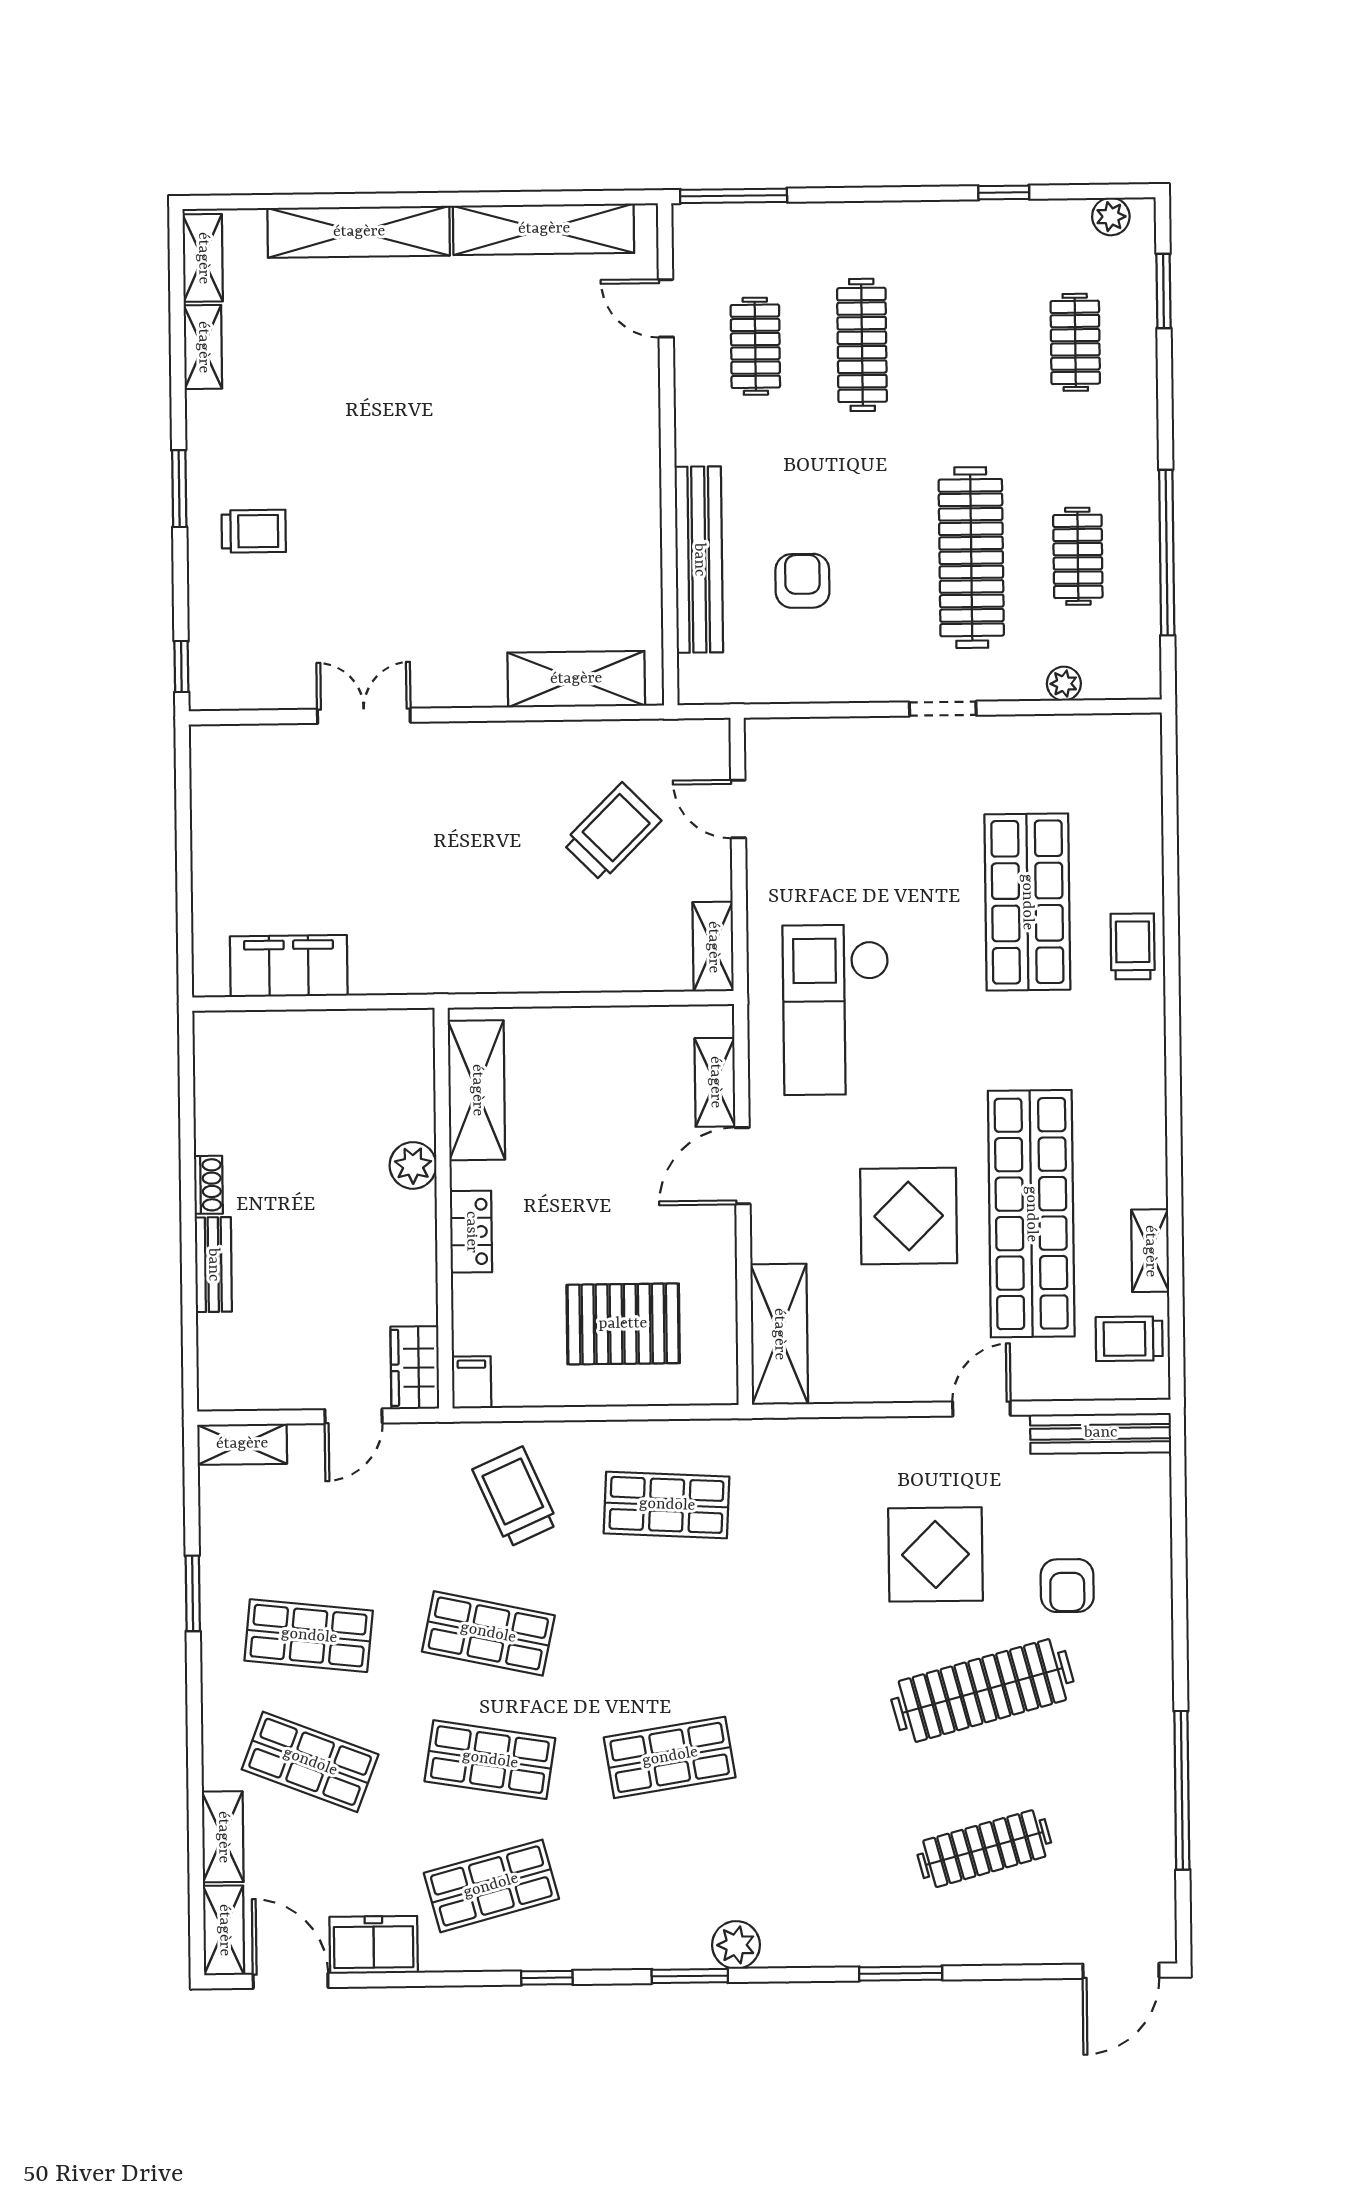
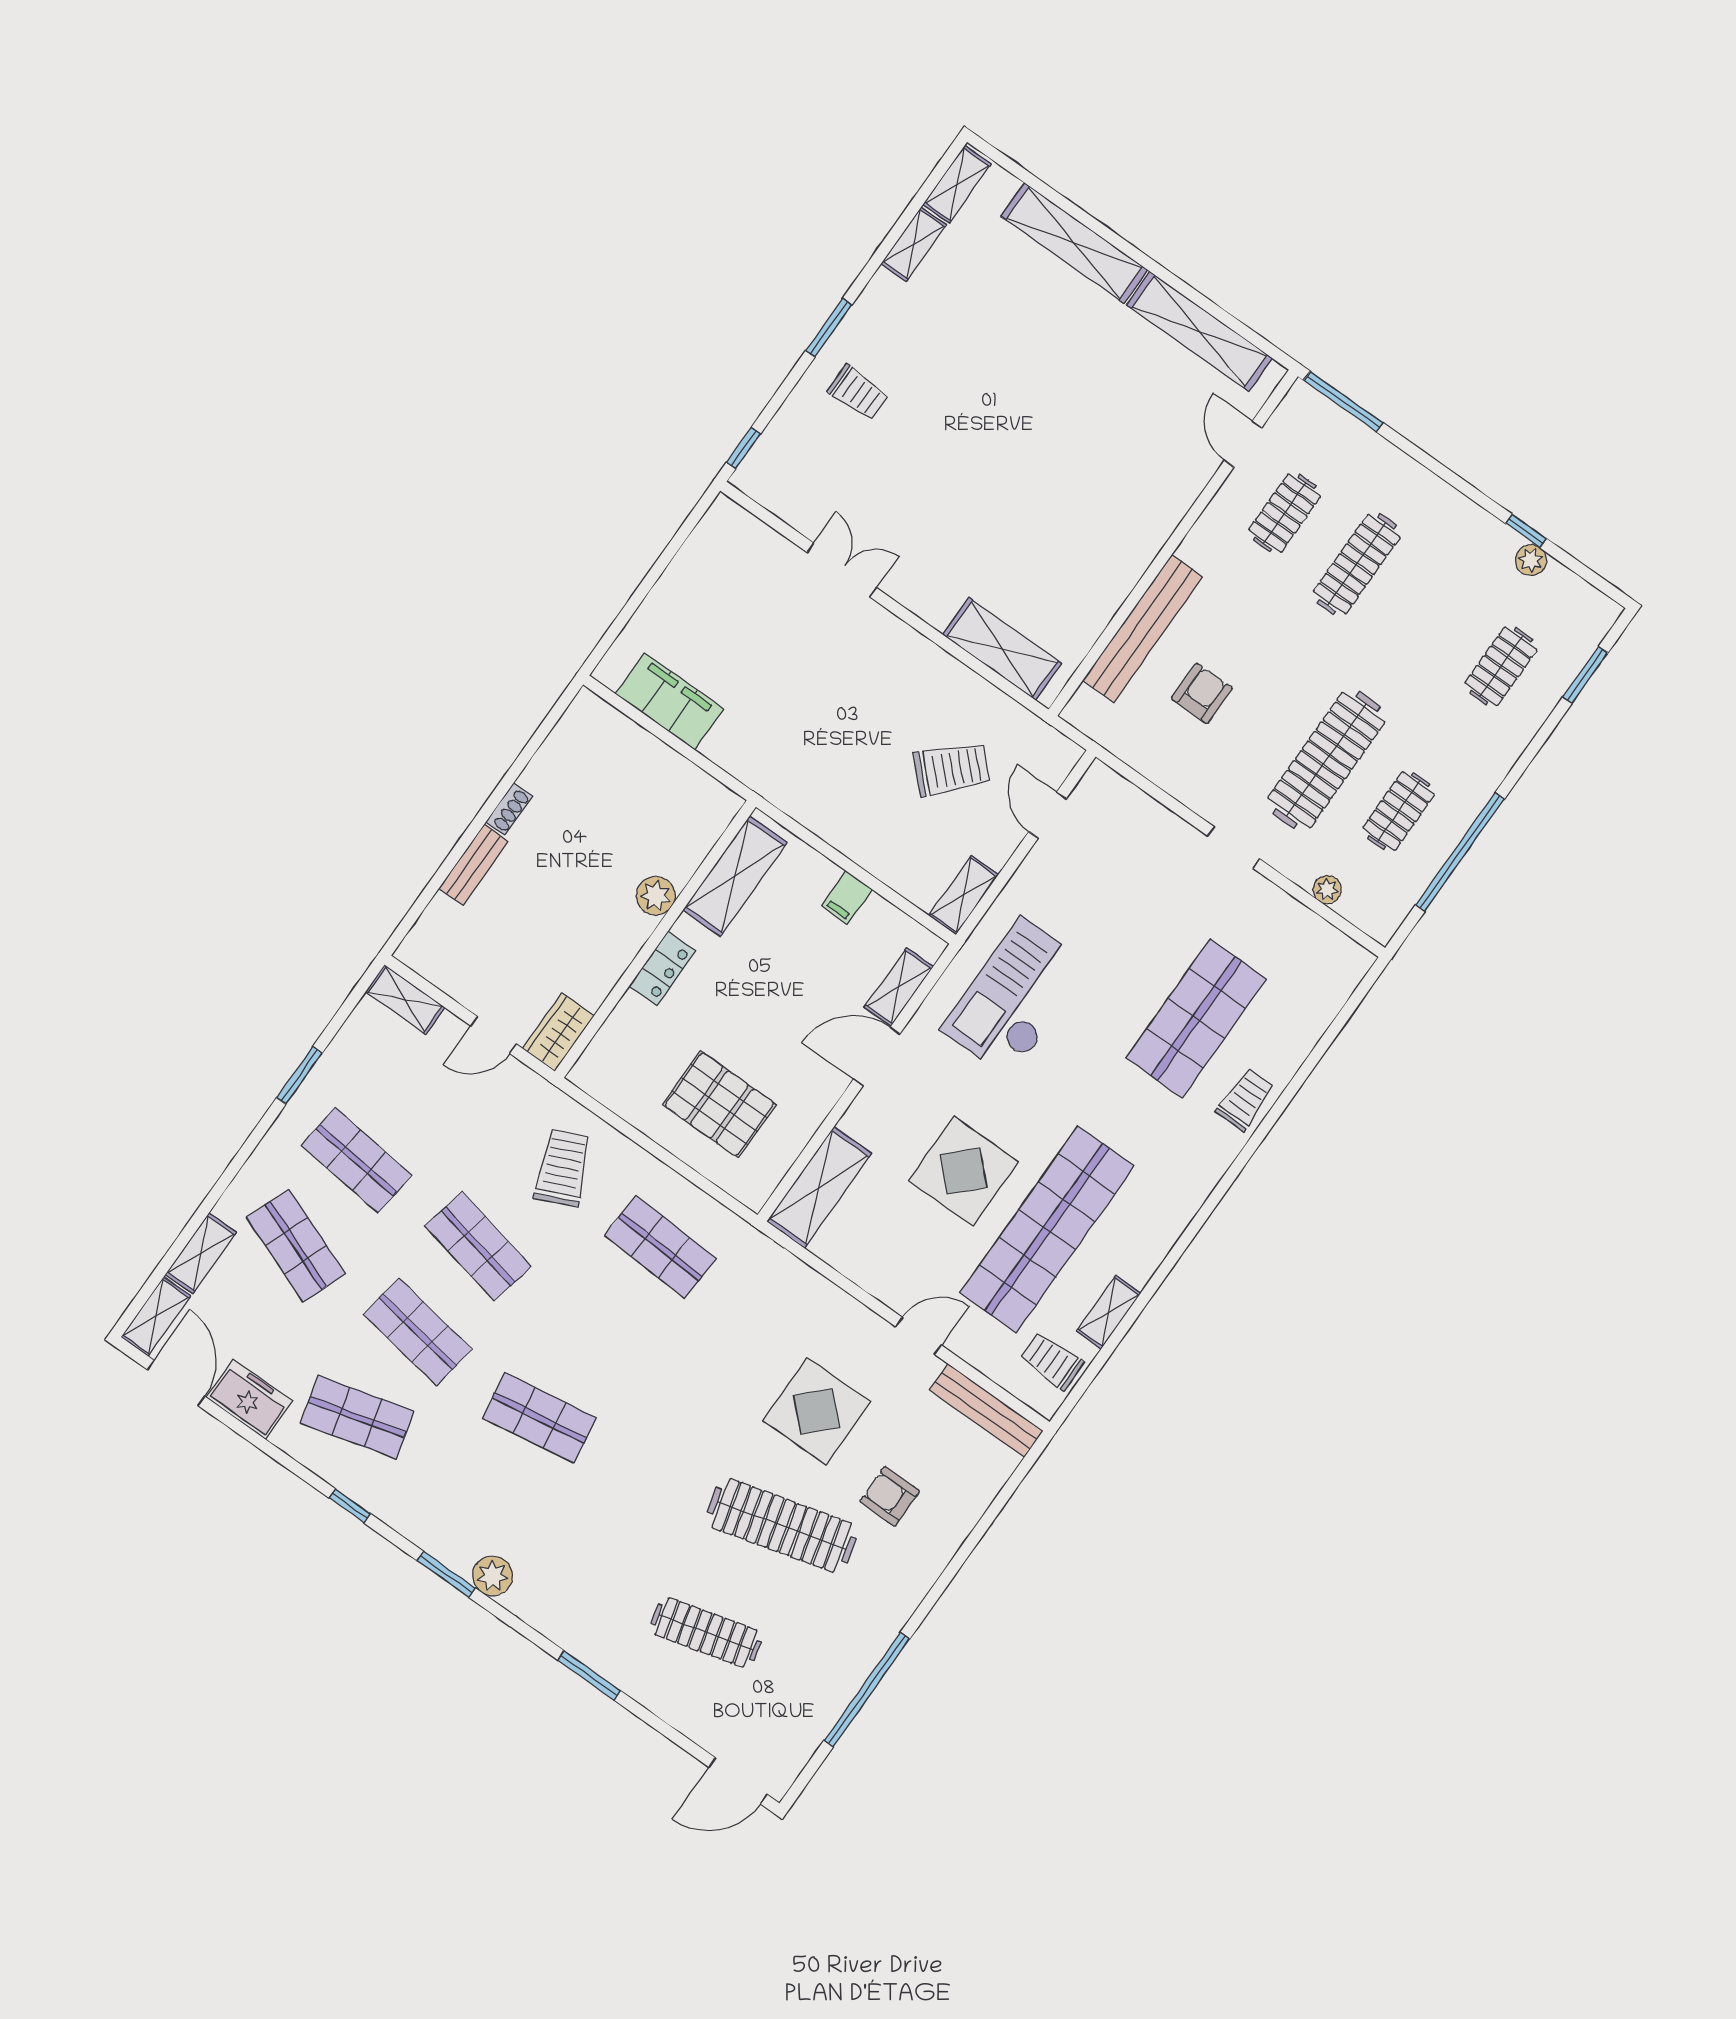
plant: (1111, 217) -> (1531, 560), moved
filing cabinet: (472, 1382) -> (847, 897), moved, turned 180
armchair: (1067, 1586) -> (890, 1496), turned 90

